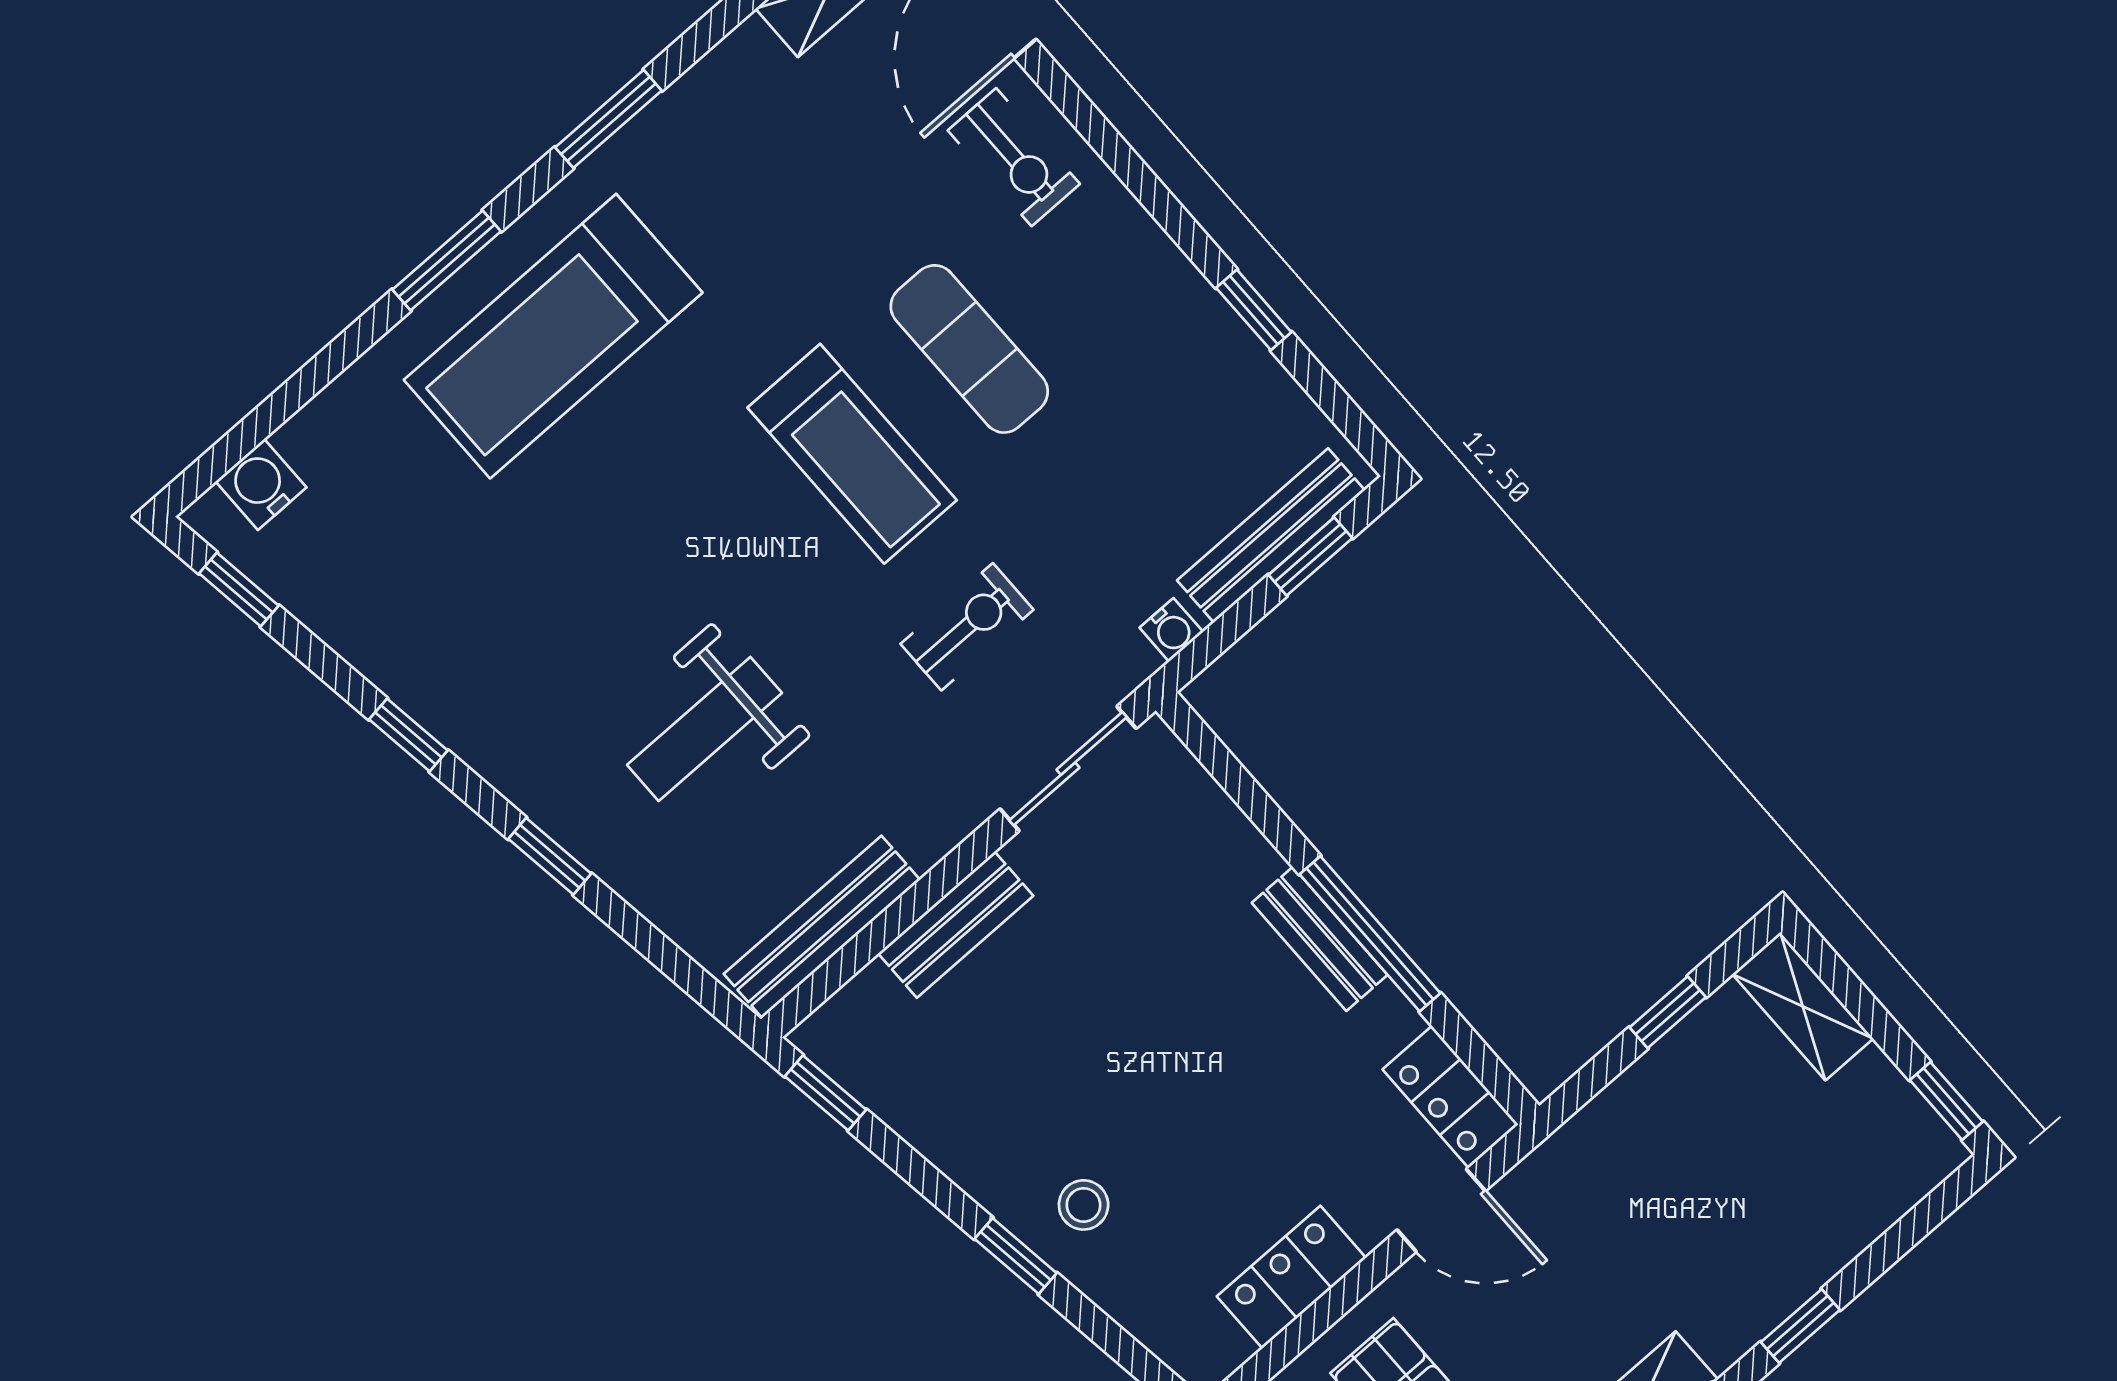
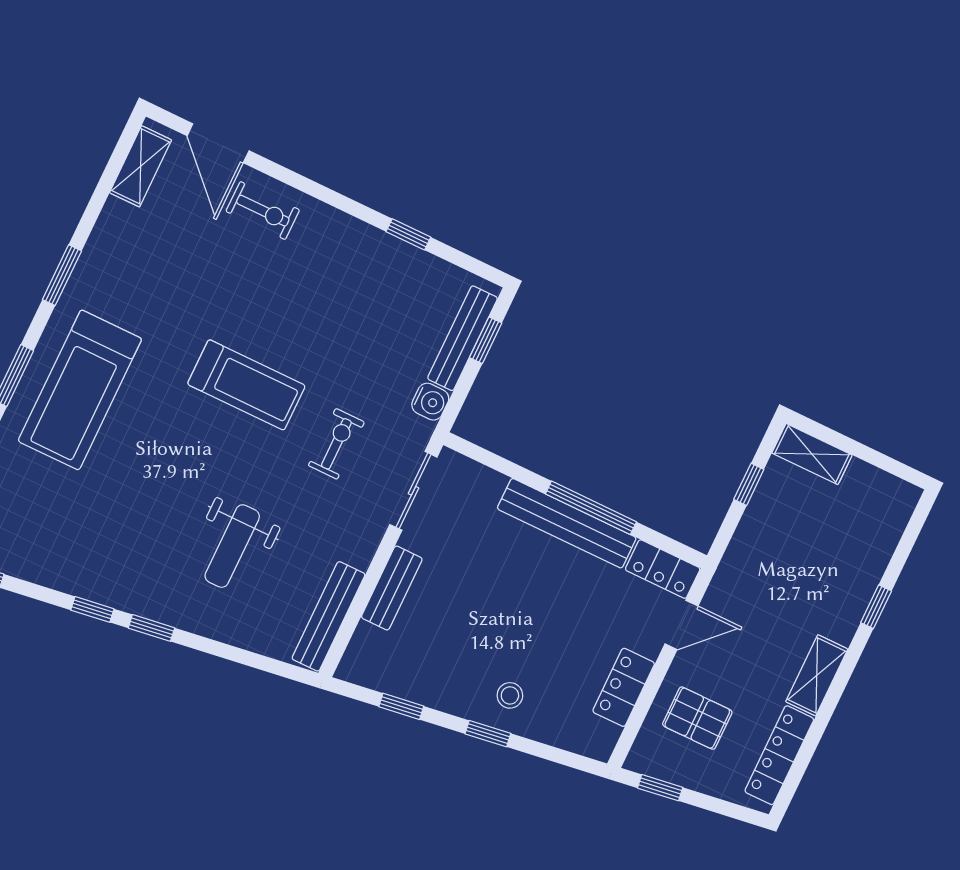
exercise mat: (969, 349) -> (281, 311), removed
water cooler: (1171, 630) -> (430, 402), width x1.38, depth x1.38
window: (550, 856) -> (151, 628), moved
bench: (1320, 939) -> (567, 523), width x1.86, depth x1.21
window: (826, 1093) -> (401, 706), moved
window: (1946, 1101) -> (900, 470), removed

